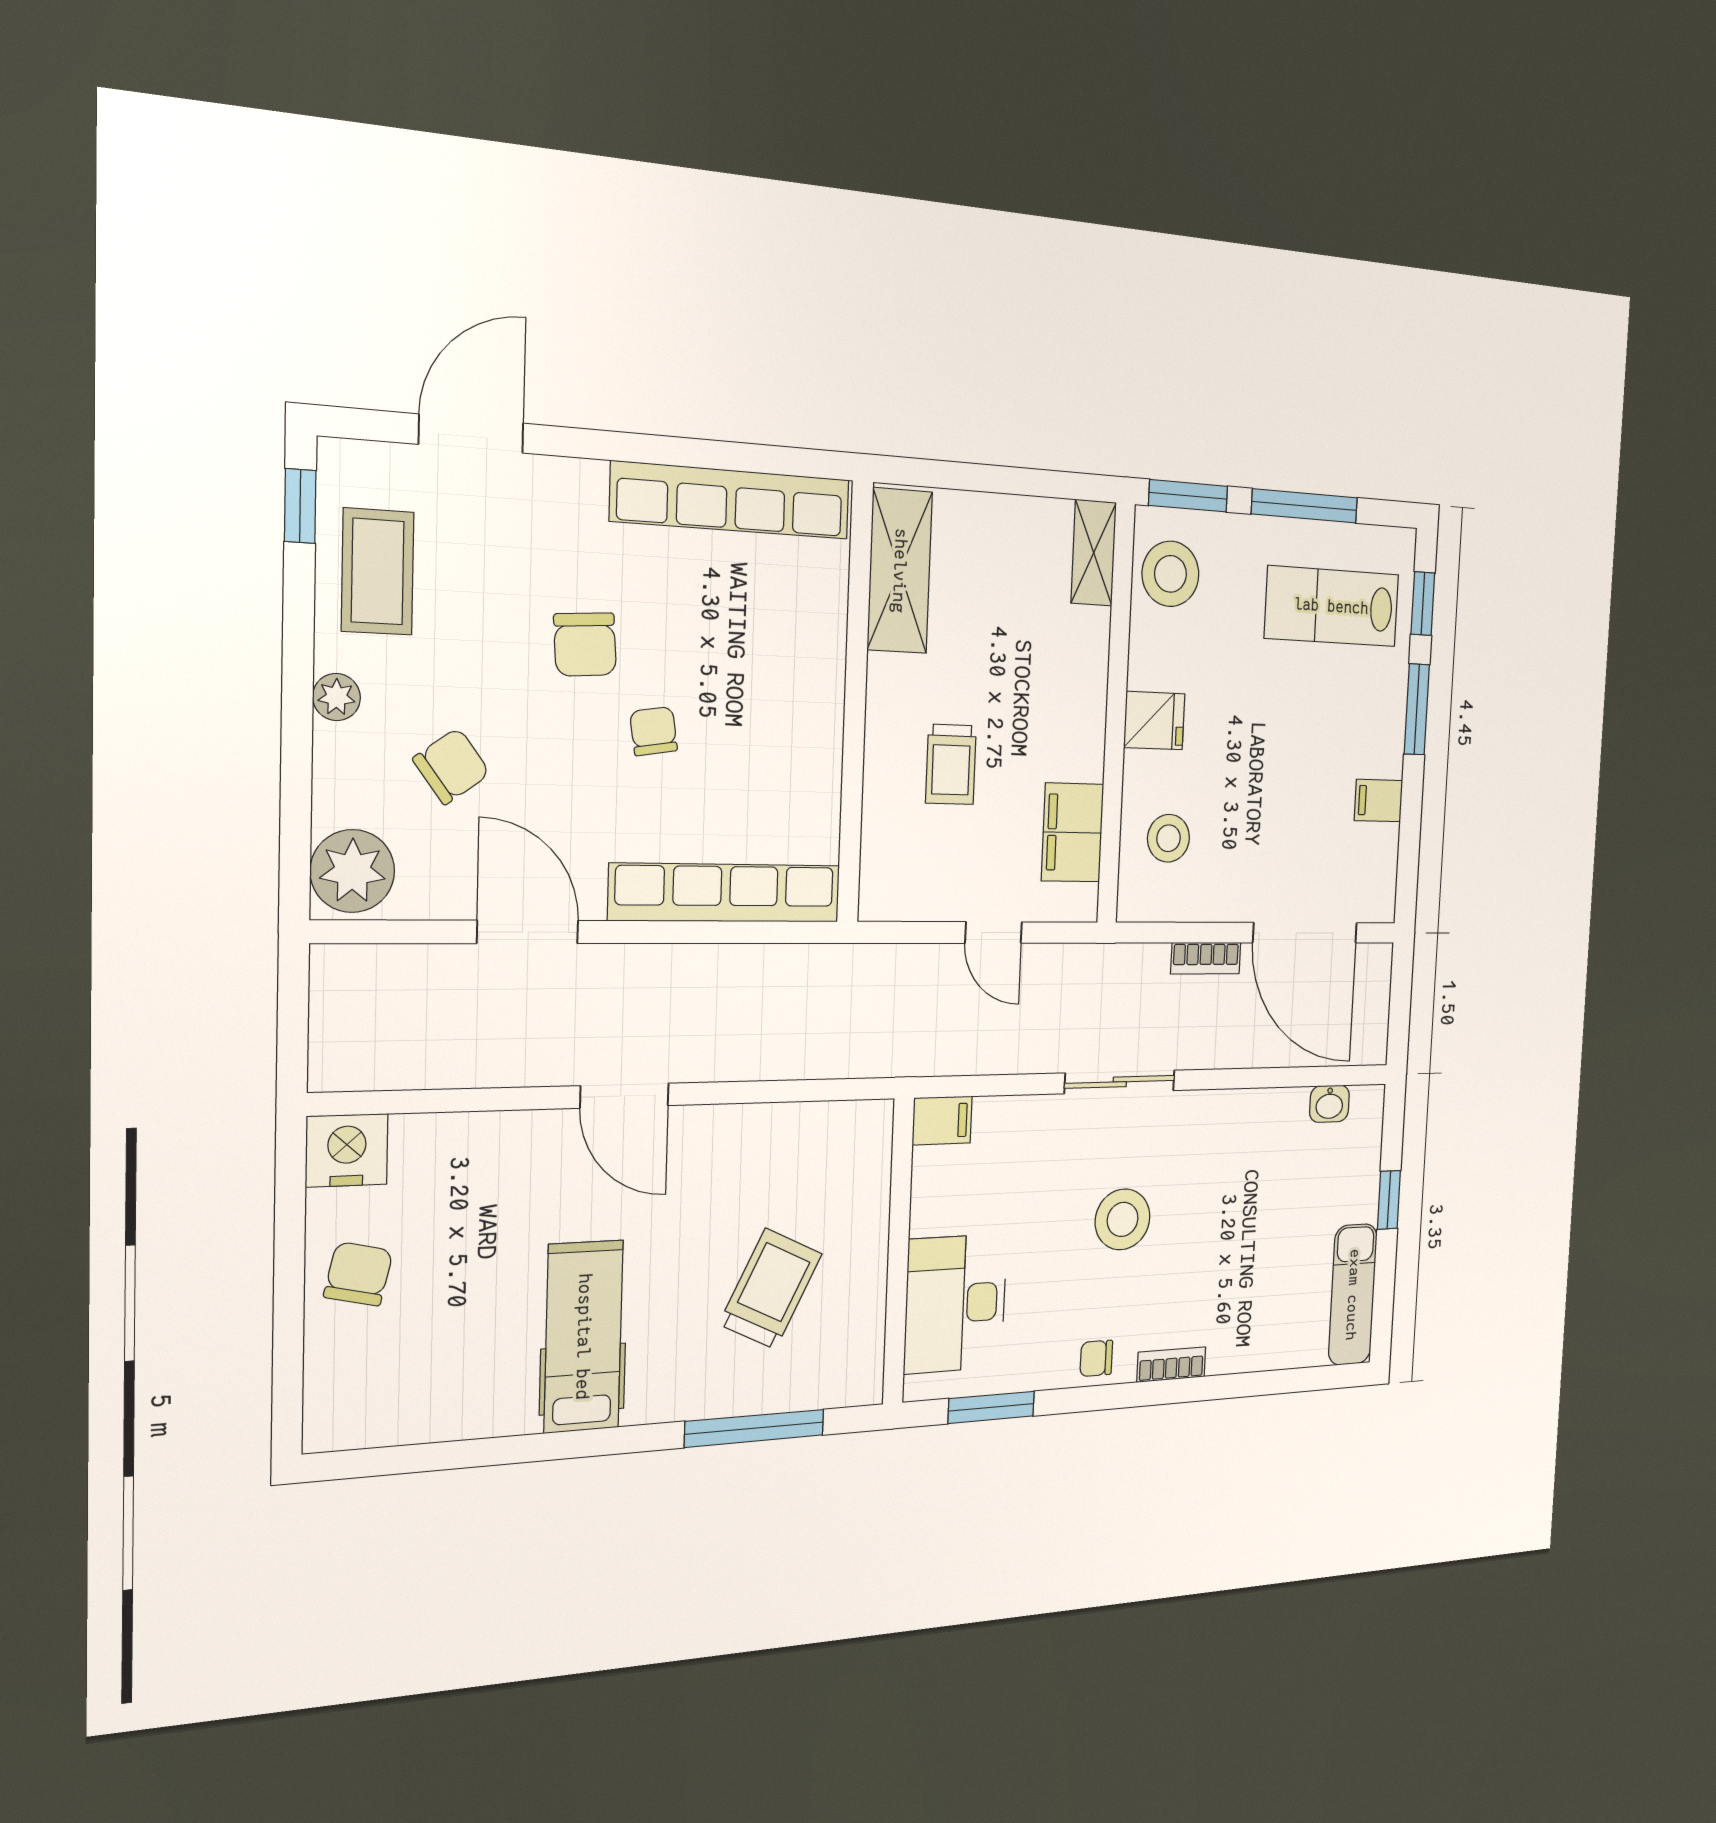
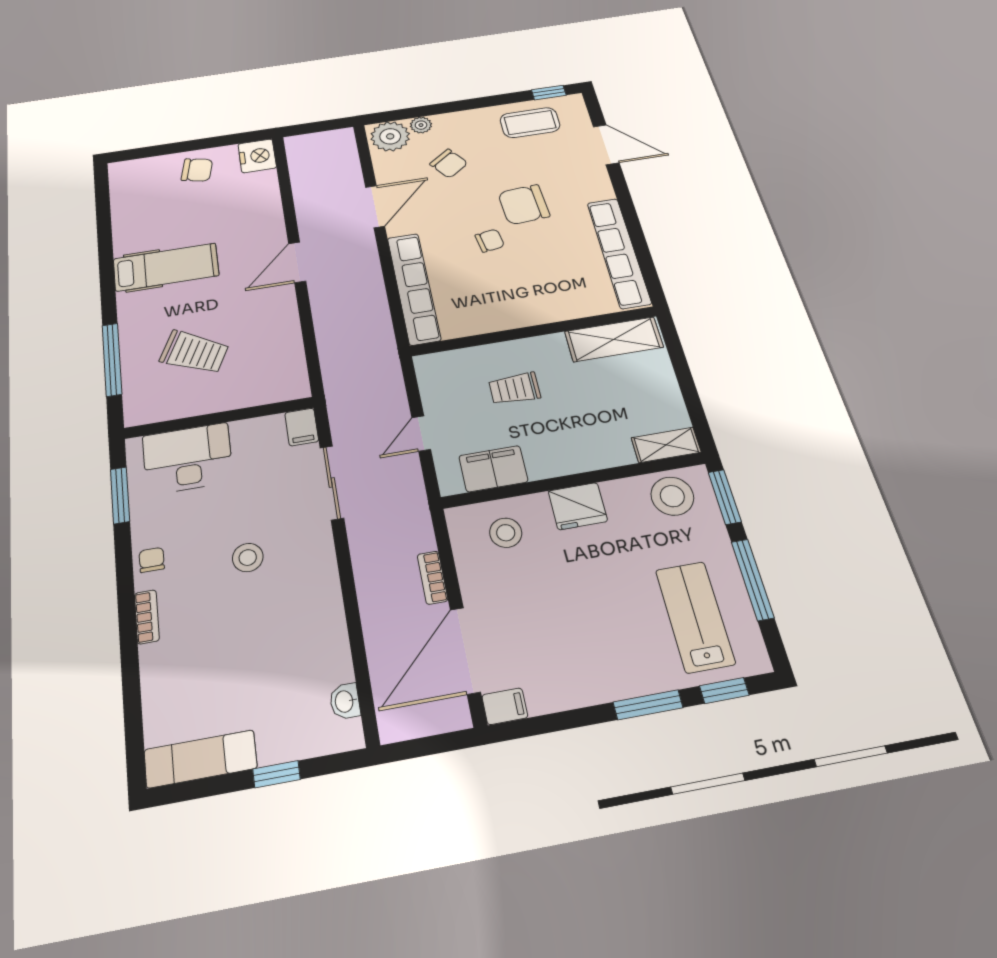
chair: (585, 644) -> (524, 205), width x1.37, depth x1.37
plant: (336, 697) -> (421, 125), moved
fridge: (1154, 721) -> (578, 506), width x1.38
filing cabinet: (1379, 801) -> (505, 706), moved, turned 90
sliding door: (1120, 1082) -> (332, 483), moved
stool: (1123, 1219) -> (248, 558), width x0.73, depth x0.73

